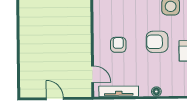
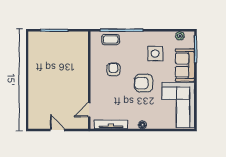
armchair: (118, 45) -> (113, 69), moved
door: (93, 74) -> (89, 110), swing flipped

